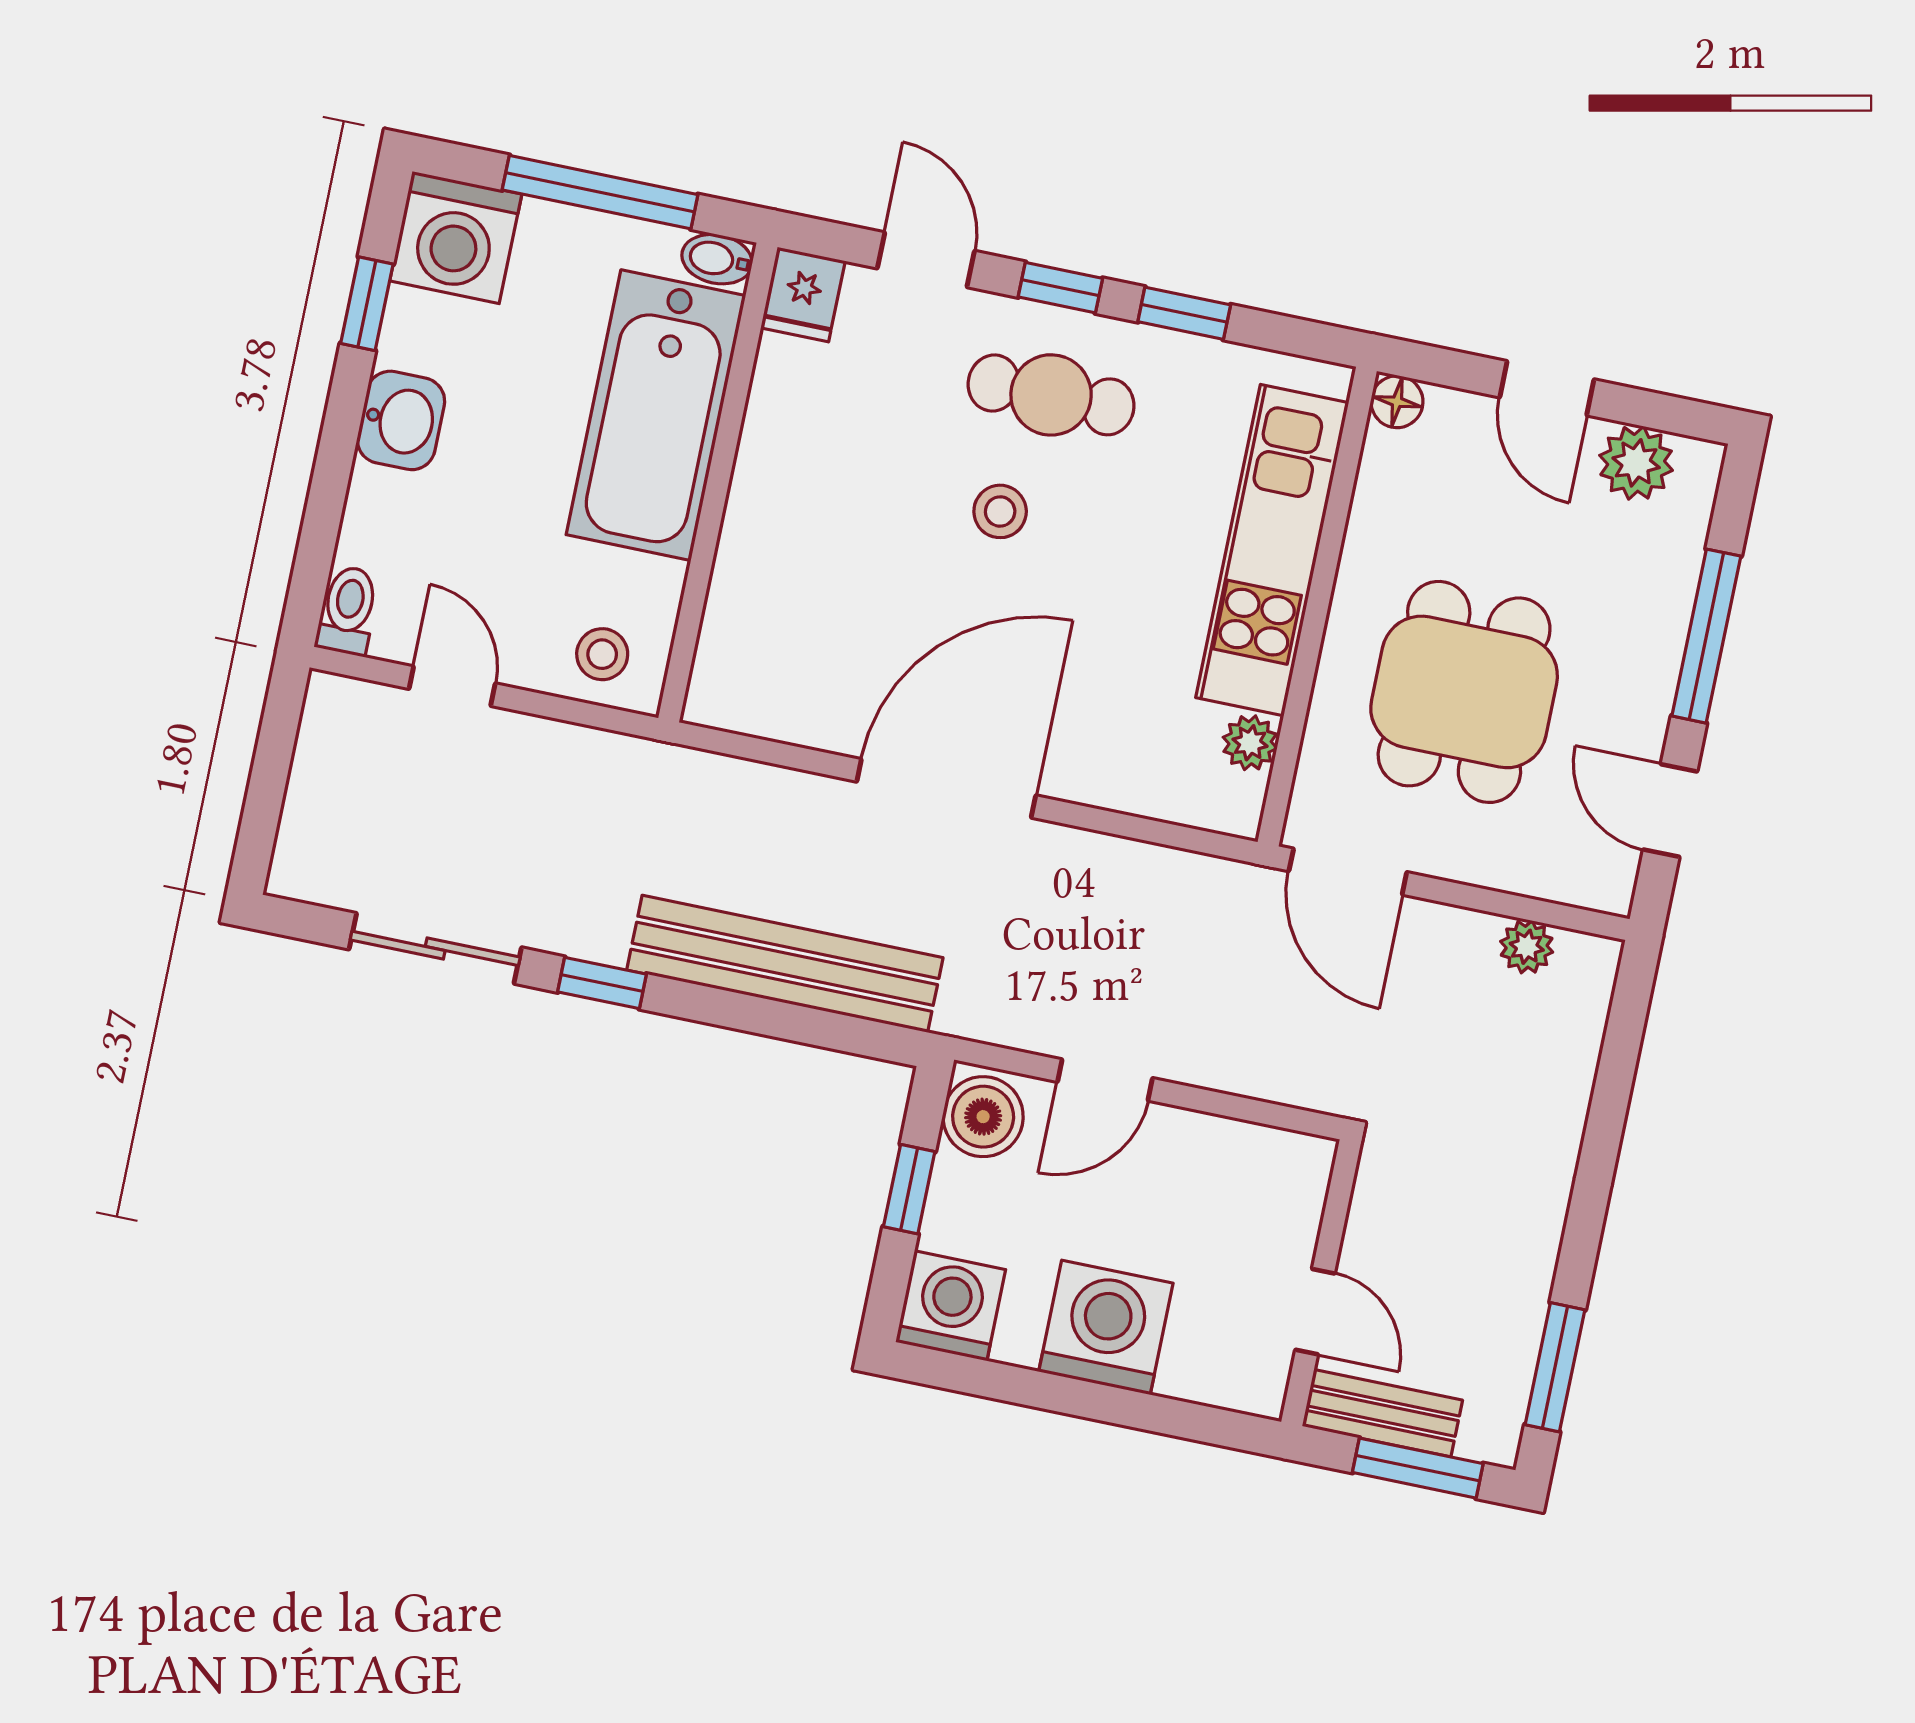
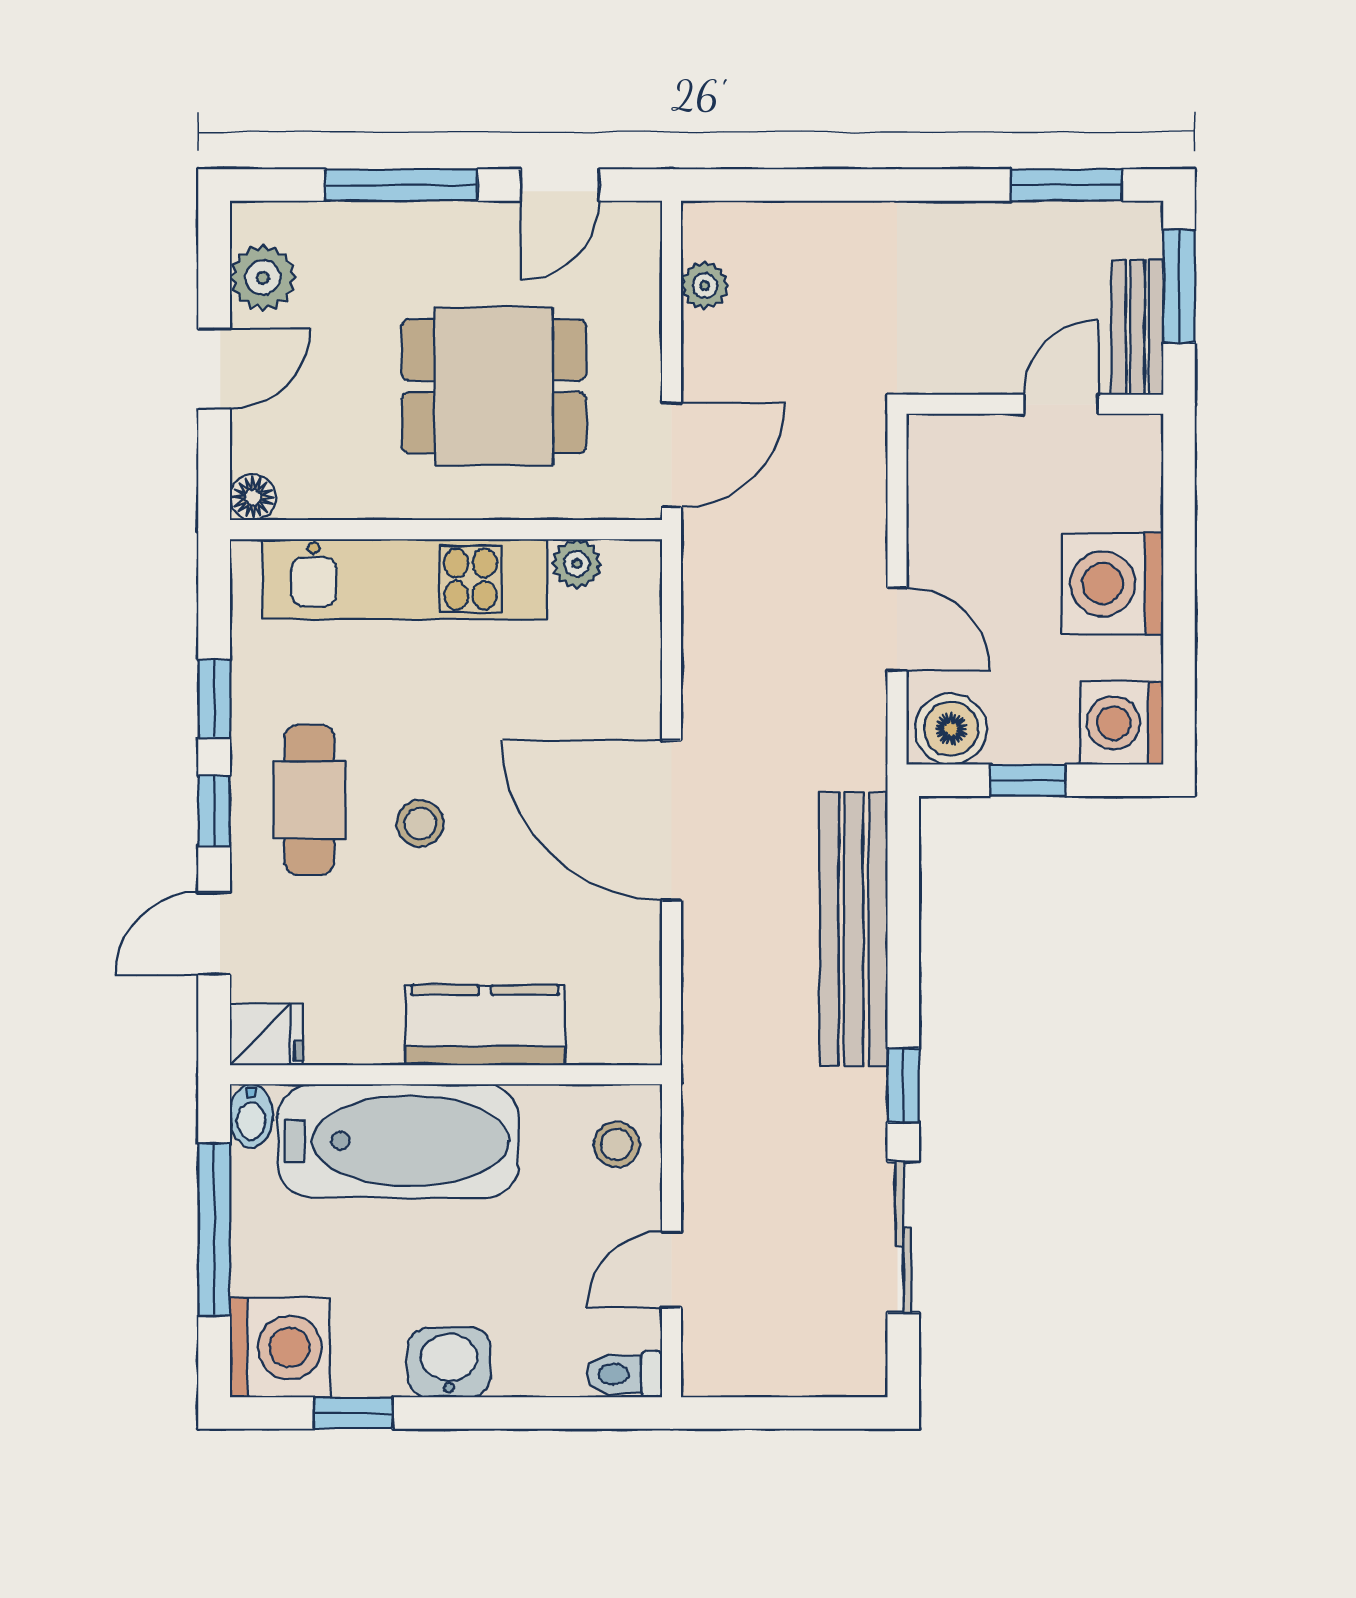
kitchen counter: (763, 537) -> (485, 1025), added

